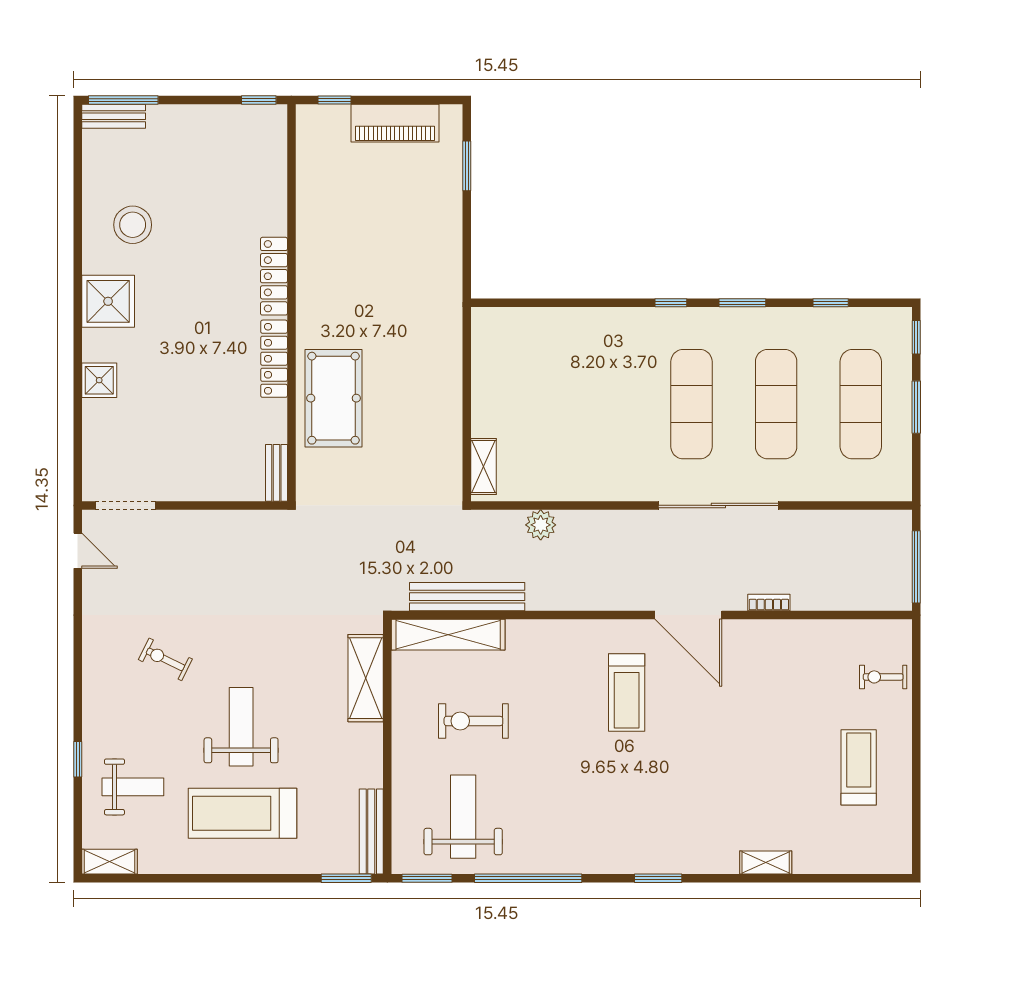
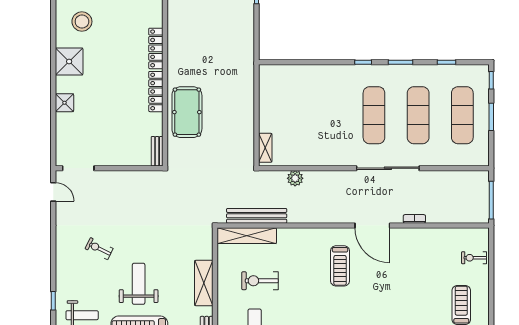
shelving: (366, 678) -> (204, 283), moved

